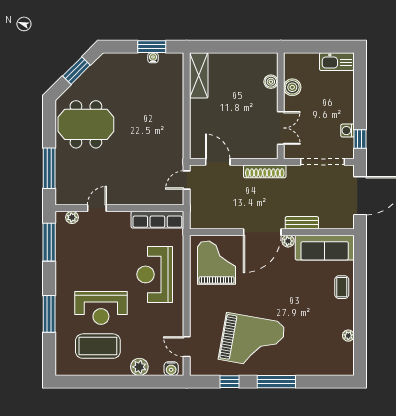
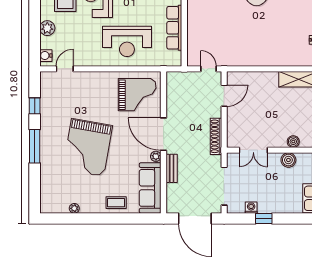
window: (360, 139) -> (264, 218), moved
row of seats: (157, 220) -> (174, 28), moved
reception desk: (155, 274) -> (127, 41), turned 180
grand piano: (252, 341) -> (88, 147), moved

